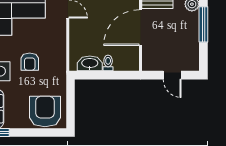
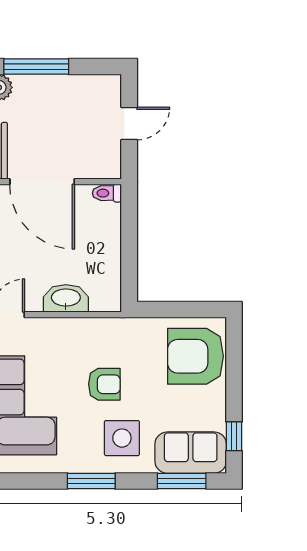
washbasin: (90, 63) -> (66, 298), moved, turned 90
toilet: (108, 63) -> (107, 193), moved

